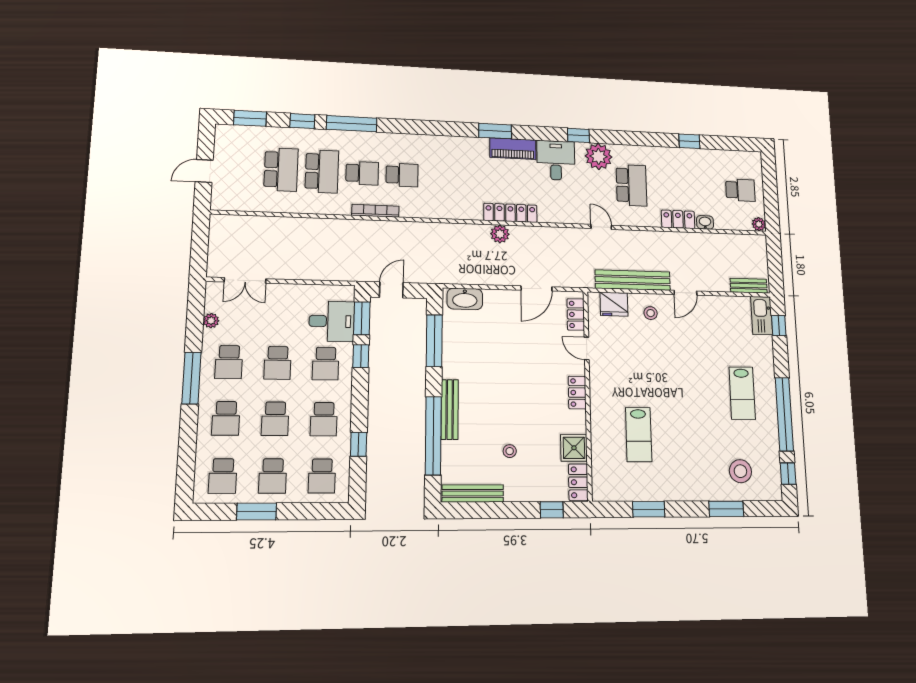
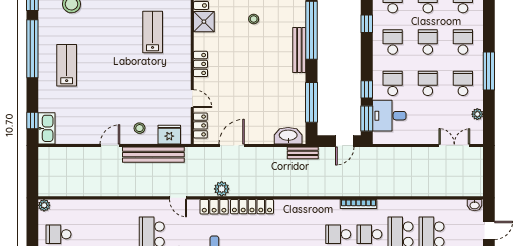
locker: (678, 219) -> (214, 207), moved
washbasin: (705, 222) -> (475, 205), moved
plant: (500, 234) -> (222, 189), moved
bench: (749, 286) -> (303, 153), moved

